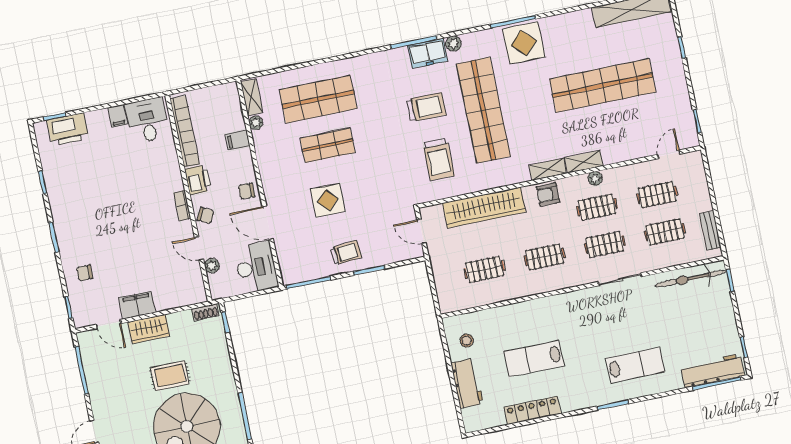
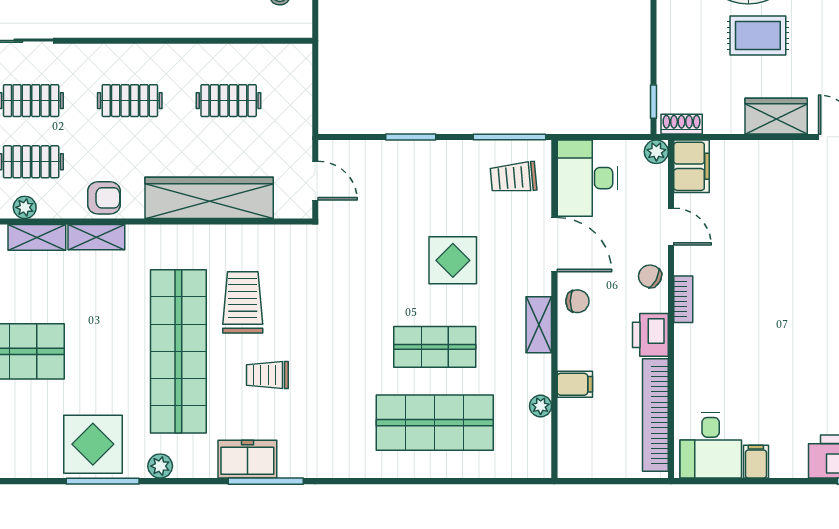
plant: (453, 44) -> (160, 466), moved
shelving: (252, 97) -> (539, 325), moved
trolley: (426, 107) -> (267, 375), width x0.73, depth x0.72
trolley: (439, 159) -> (243, 302), moved
trolley: (346, 253) -> (513, 178), moved
plant: (212, 266) -> (656, 152), moved
filing cabinet: (137, 305) -> (692, 166), moved, turned -90

